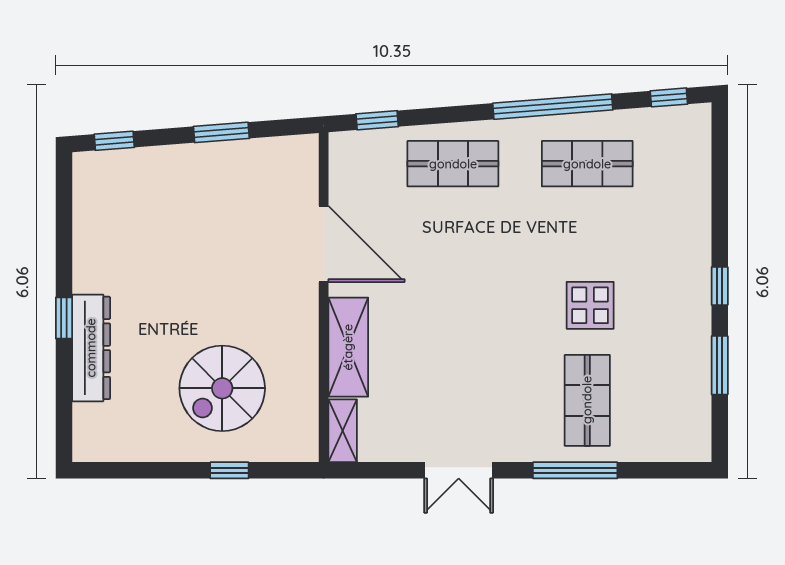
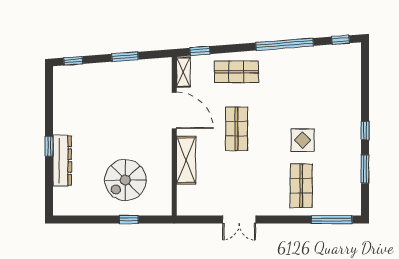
shop shelf: (587, 164) -> (236, 129), moved, turned 90
shelving: (343, 431) -> (183, 72), moved
window: (575, 470) -> (332, 220), moved

